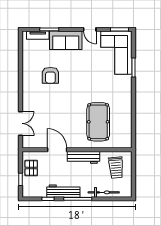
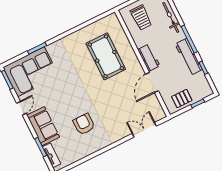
armchair: (50, 75) -> (84, 124), turned -90
pool table: (98, 122) -> (106, 56), turned 90
workbench: (84, 157) -> (149, 58), width x0.73
trolley: (116, 168) -> (141, 17), turned 95

